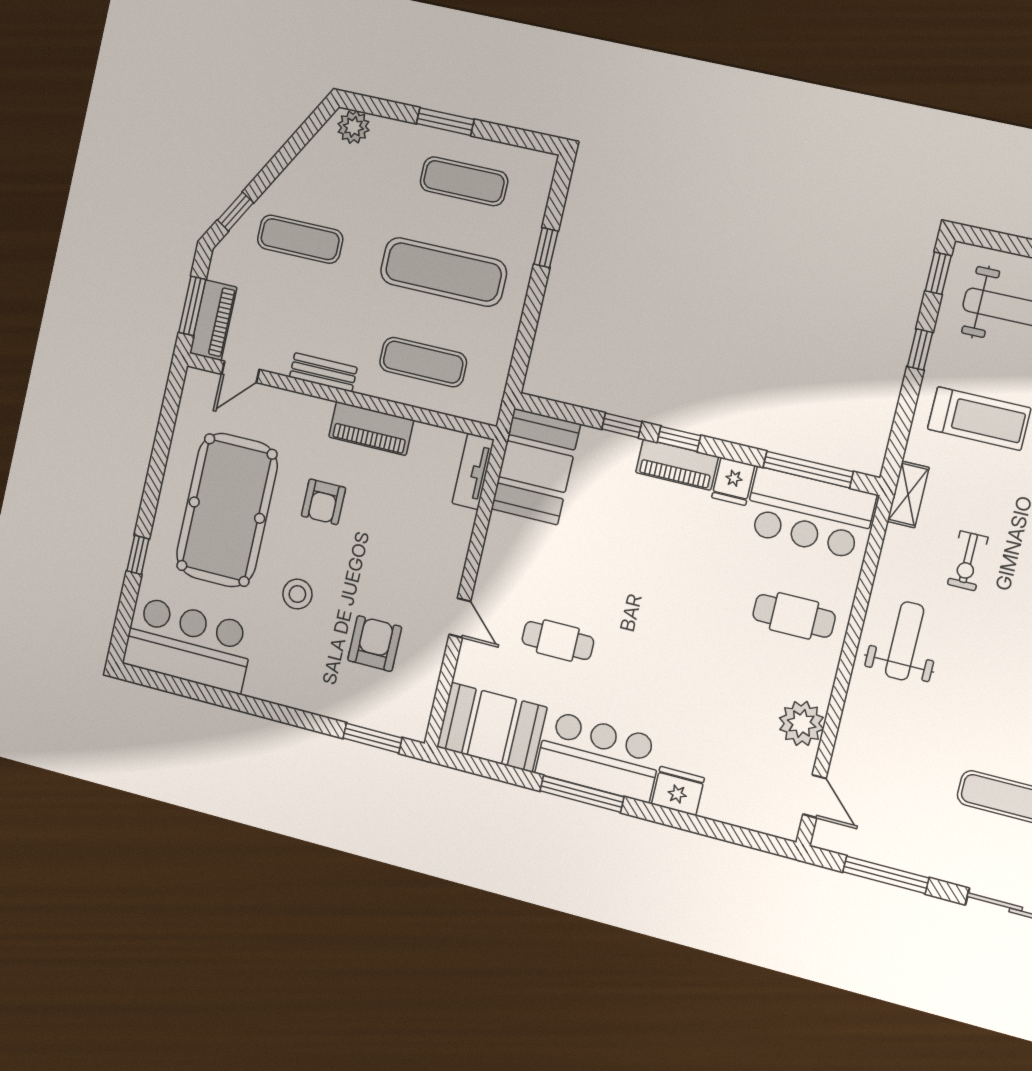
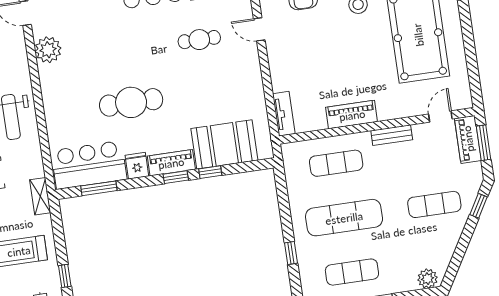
booth: (536, 467) -> (224, 144), moved, turned 90
window: (808, 469) -> (99, 188), width x0.69
armchair: (324, 502) -> (363, 63), removed
cafe table: (794, 616) -> (131, 102), moved, width x1.37, depth x1.35

